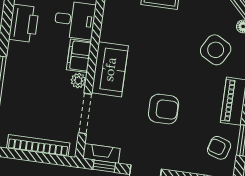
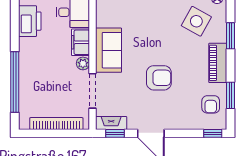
armchair: (219, 148) -> (211, 104), turned -107

